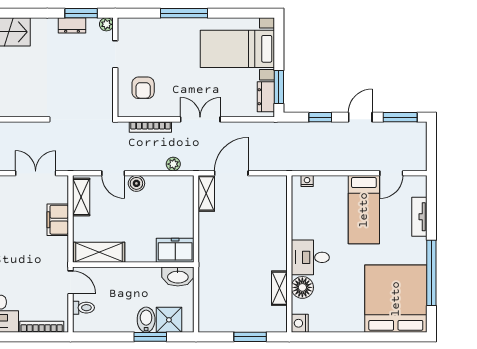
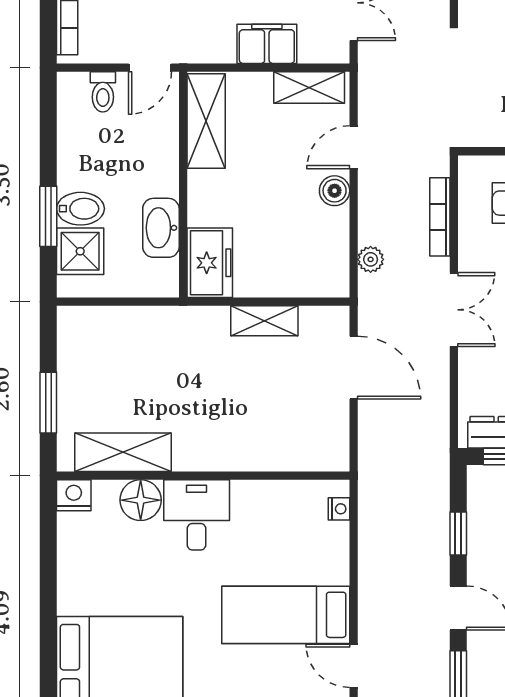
shelving: (206, 193) -> (264, 321), moved
washbasin: (178, 277) -> (161, 228), moved
shelving: (279, 288) -> (123, 452), width x1.50, depth x1.33

